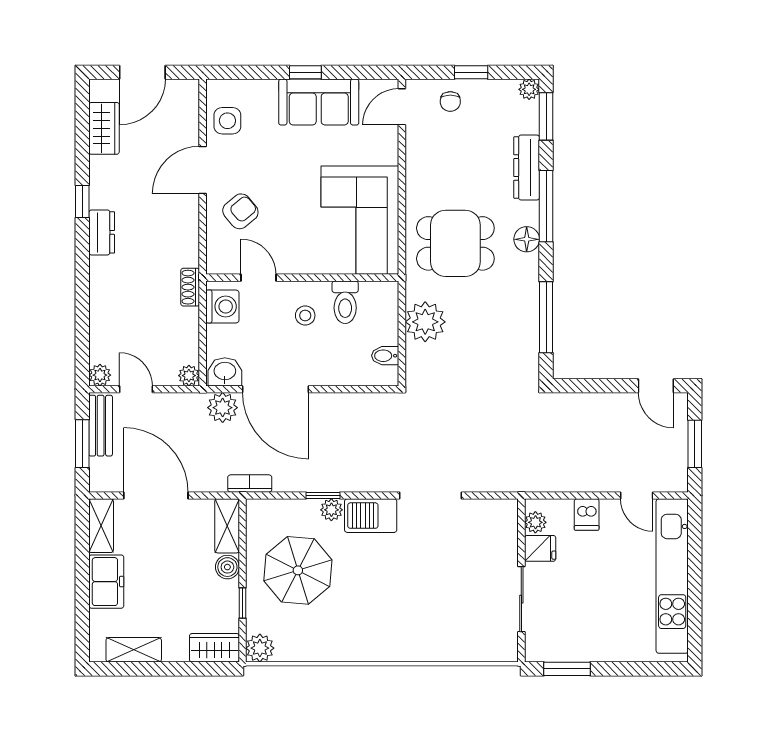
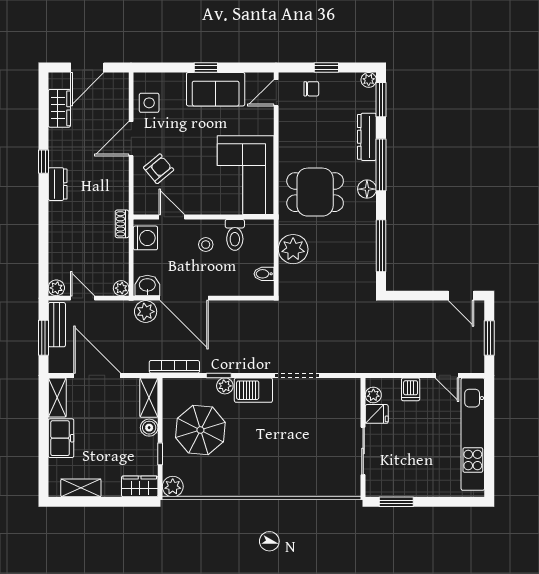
chair: (450, 101) -> (311, 89), turned -90
bookcase: (250, 483) -> (174, 367), width x1.56

